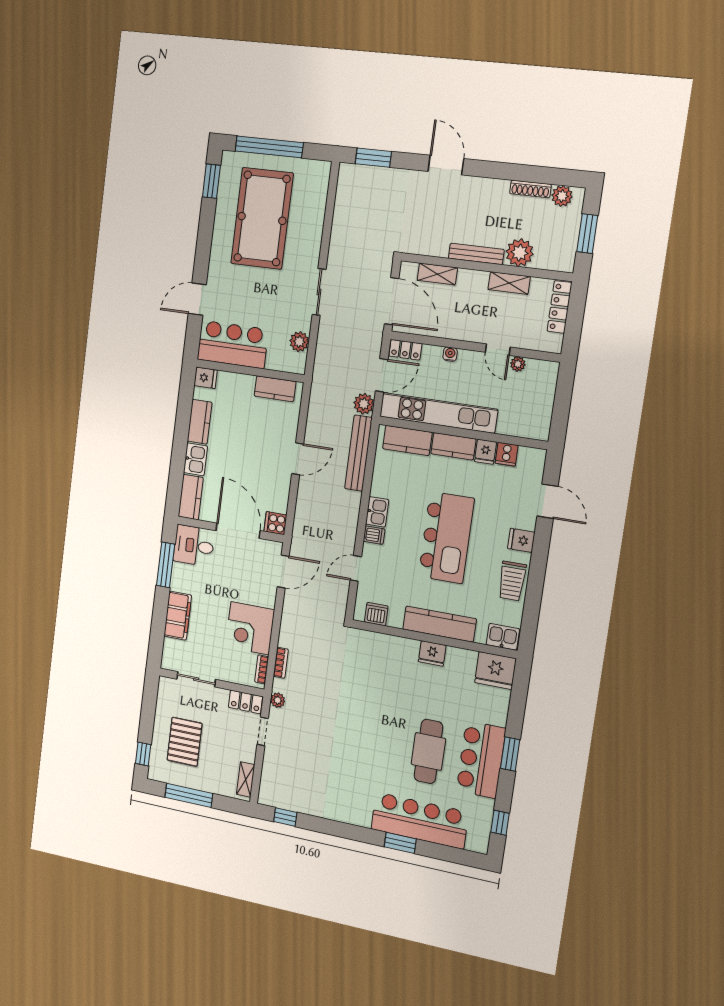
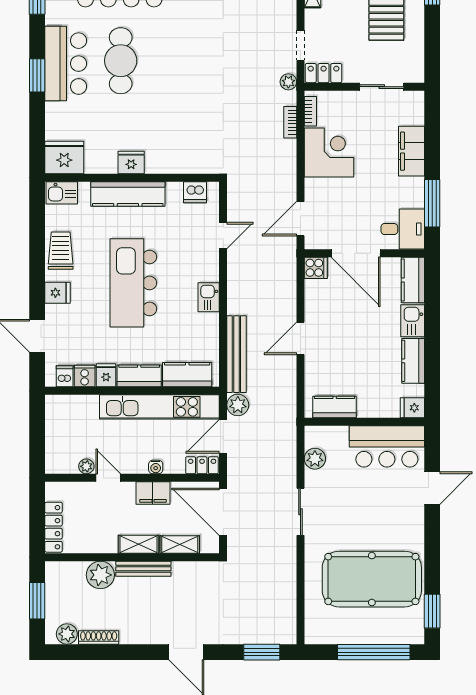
pool table: (262, 218) -> (372, 579), turned 90
shelving: (509, 283) -> (138, 544), moved
filing cabinet: (456, 329) -> (153, 493), added
dishwasher: (374, 535) -> (65, 376), moved, turned 90

